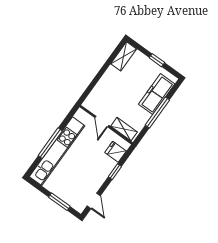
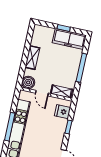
shelving: (124, 56) -> (32, 58), moved
freezer: (157, 94) -> (69, 39), moved, turned -90
boiler: (92, 103) -> (28, 82), added

